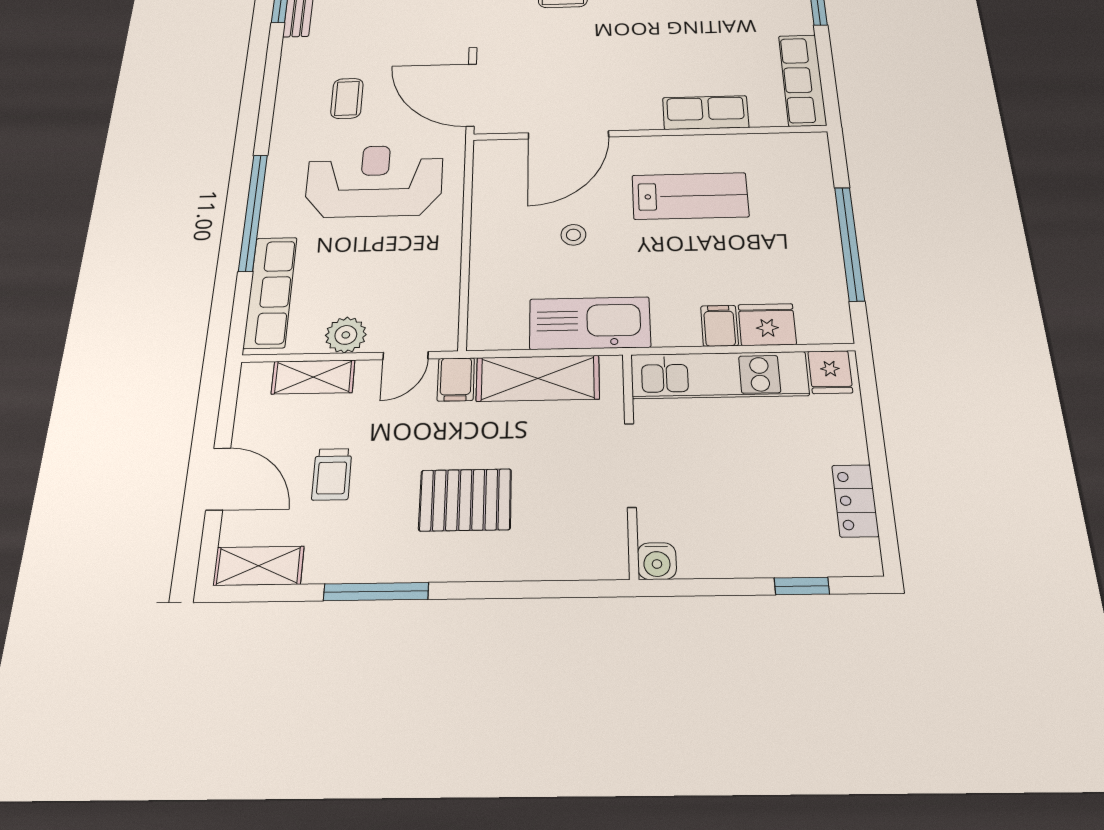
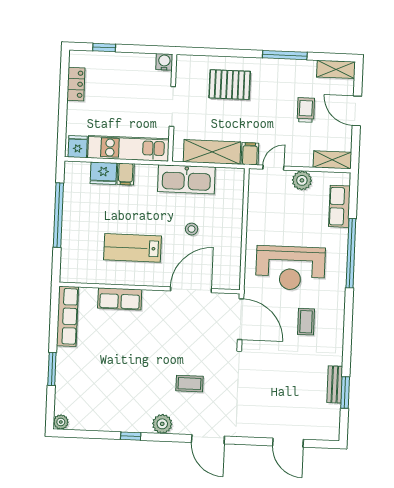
row of seats: (270, 292) -> (339, 206), width x0.68
shelving: (313, 377) -> (332, 160), moved
pallet: (465, 500) -> (230, 85), moved

